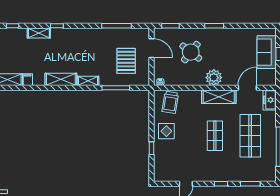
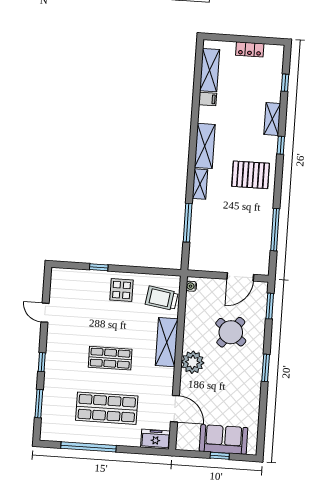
pallet: (126, 61) -> (251, 175), moved
shelving: (219, 97) -> (167, 342), moved

